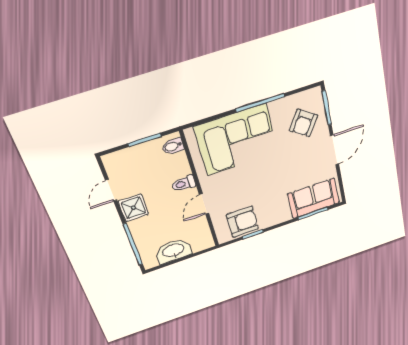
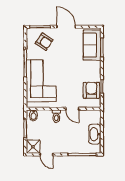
shower: (133, 208) -> (33, 147), moved

